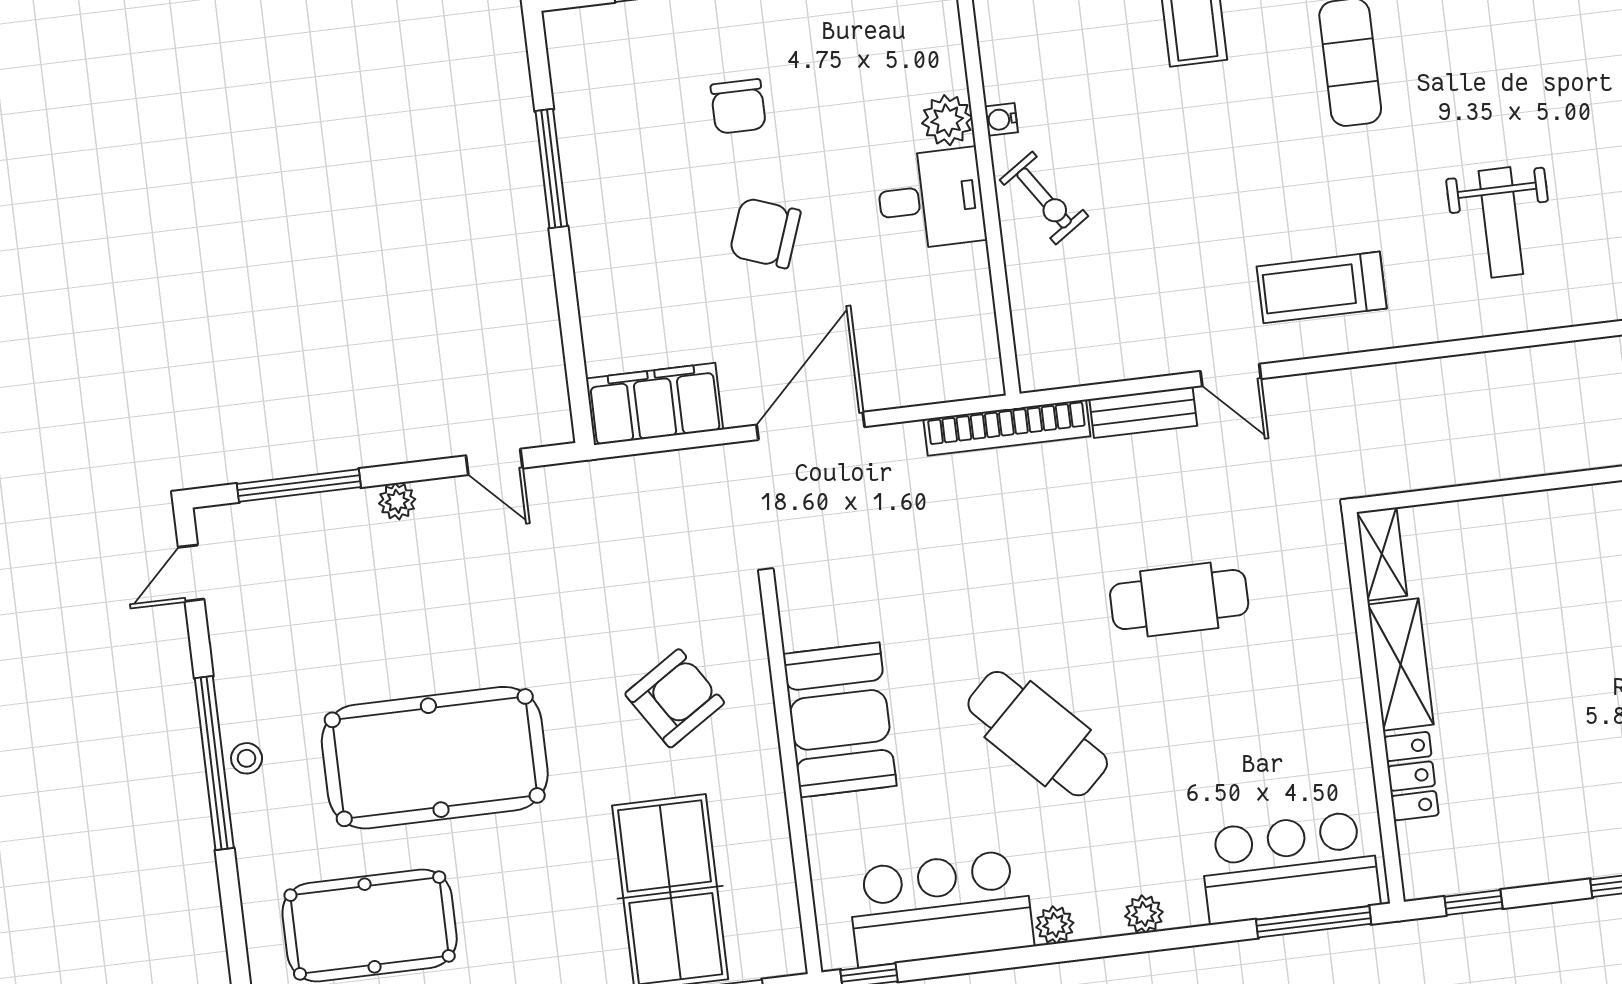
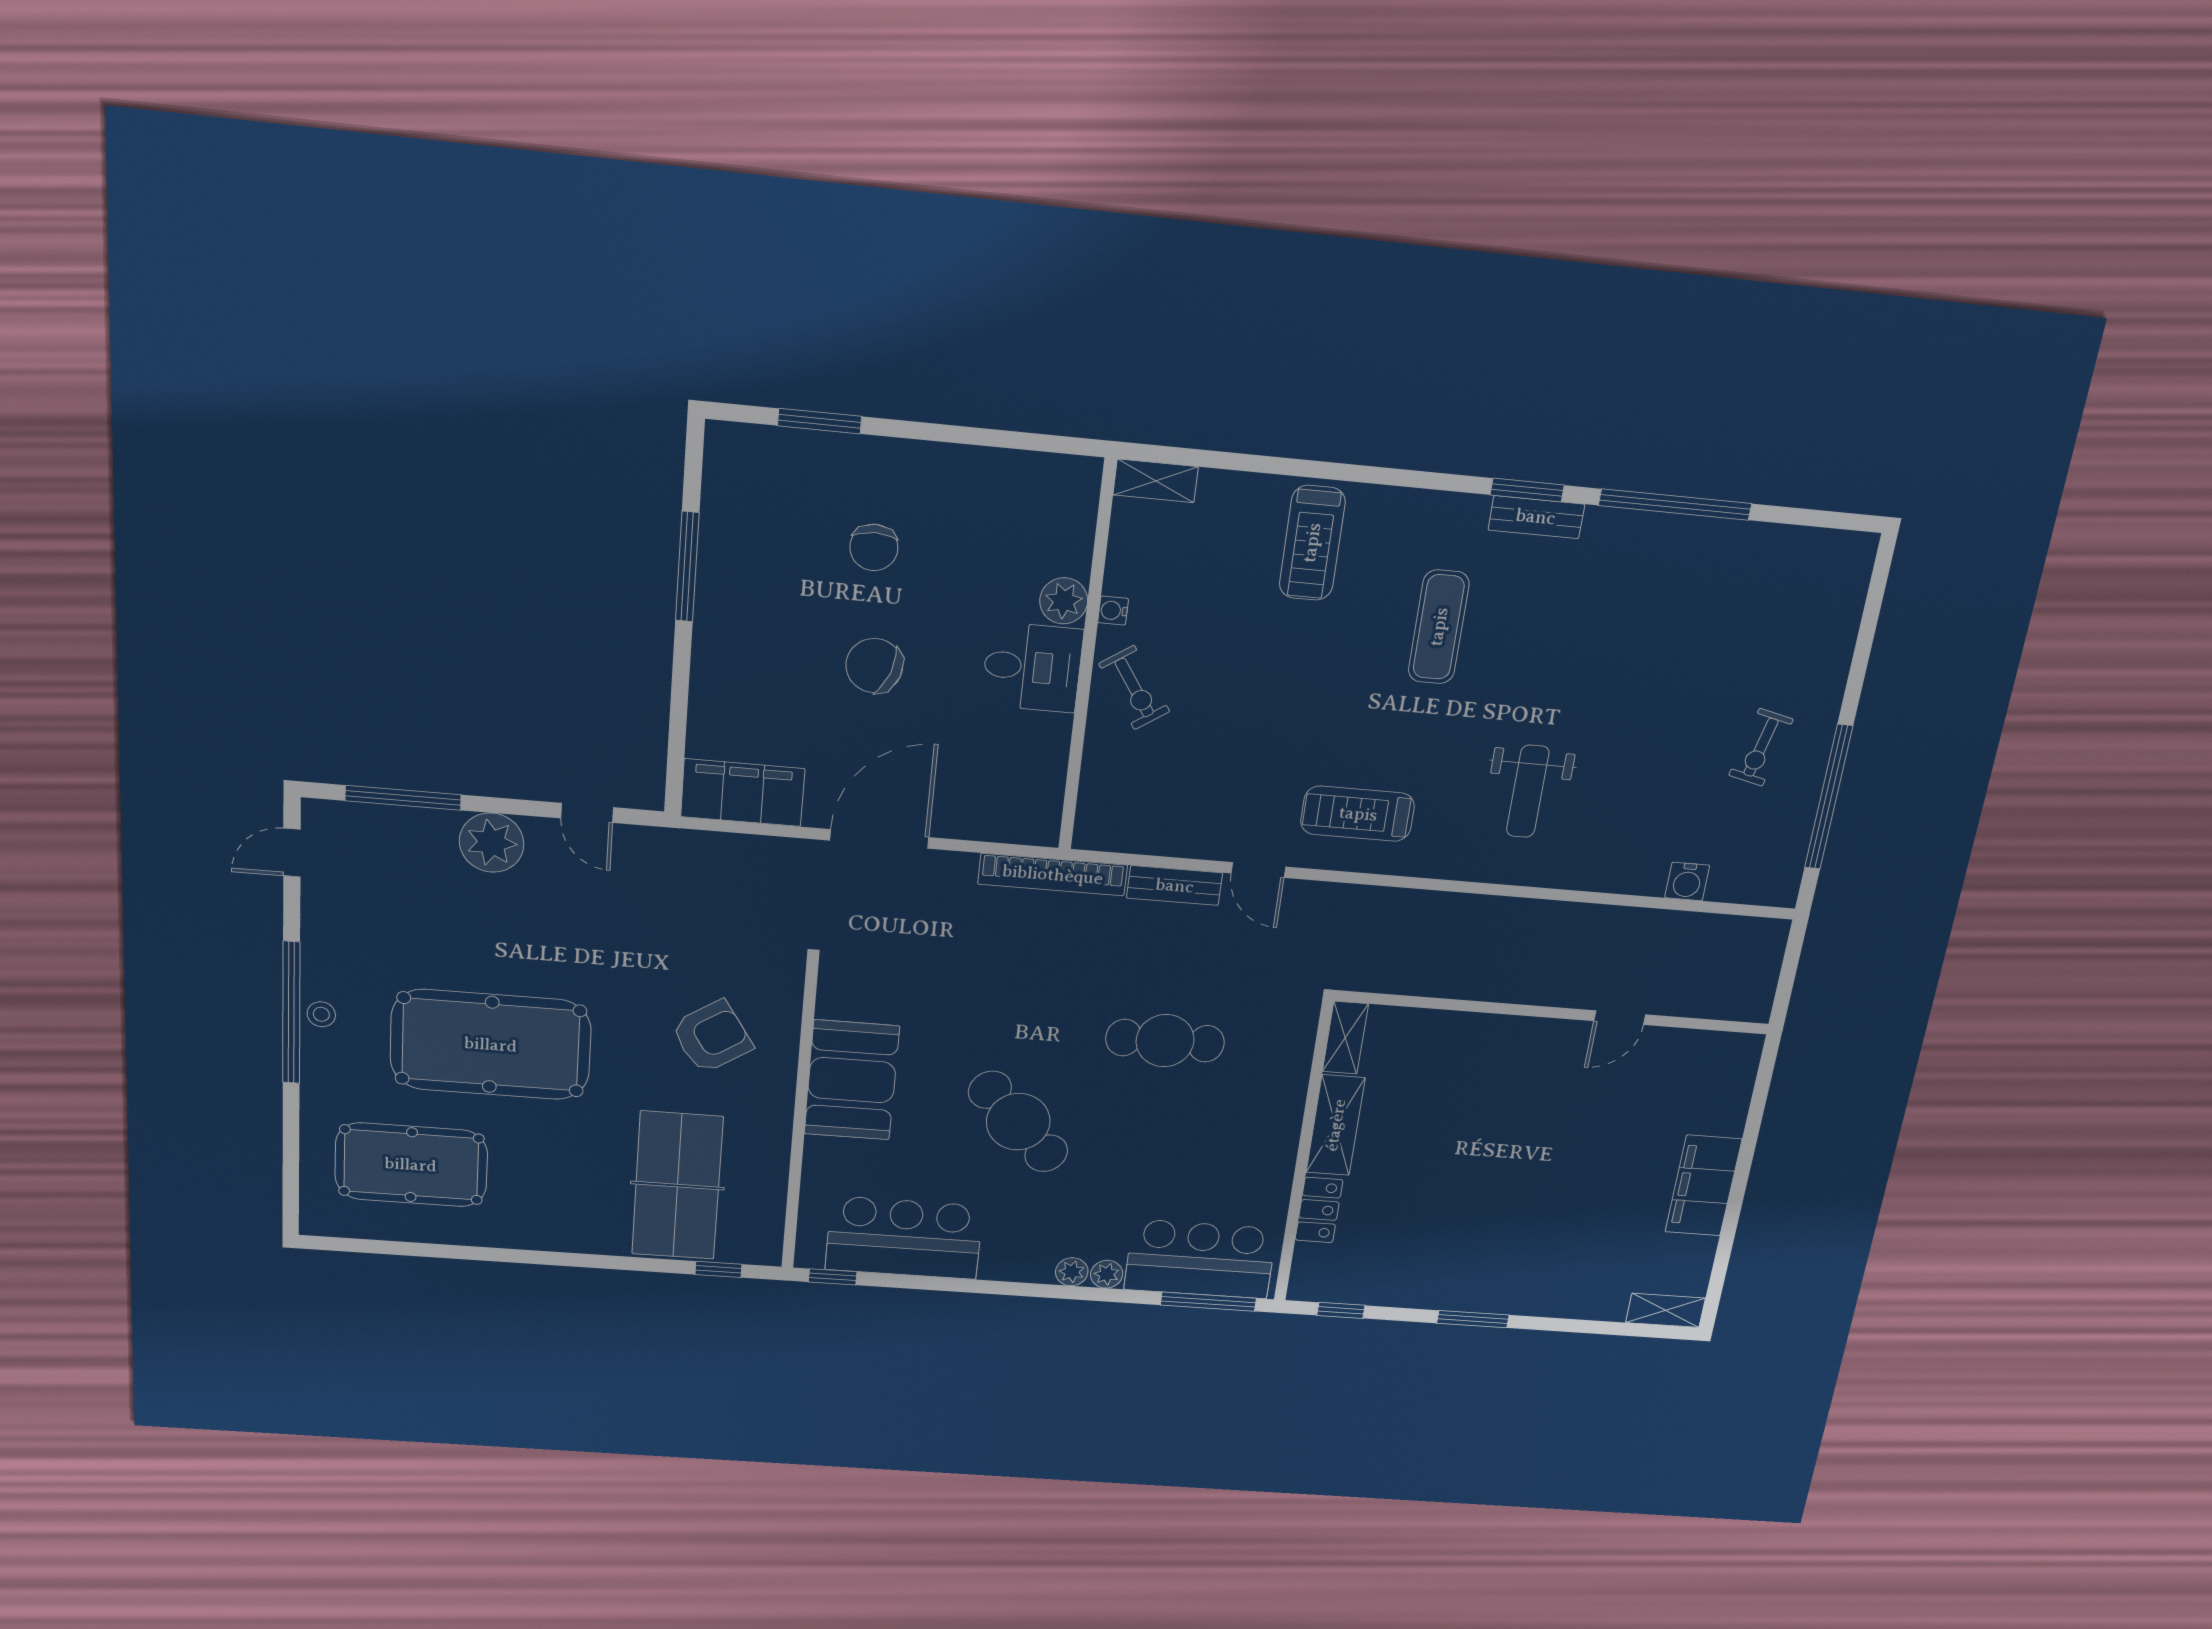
plant: (397, 501) -> (492, 843), width x1.88, depth x1.88
plant: (1055, 925) -> (1107, 1274), moved

